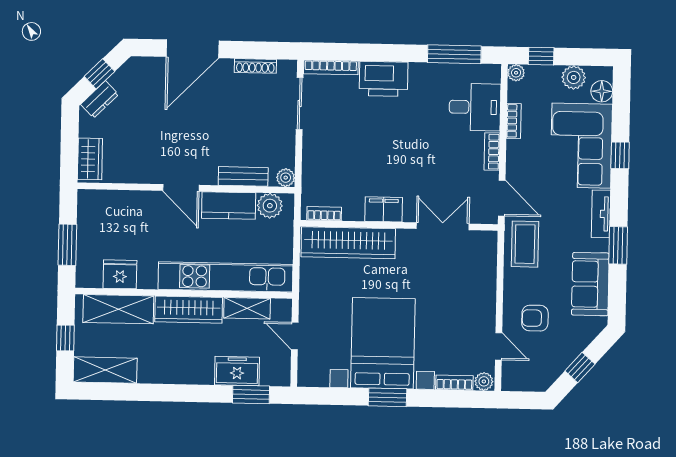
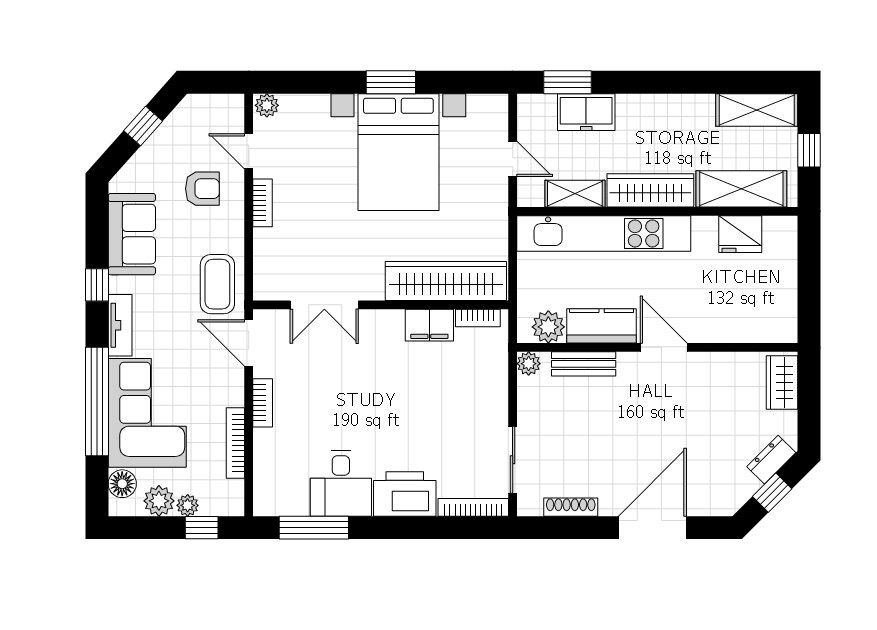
plant: (516, 73) -> (188, 505), moved
desk: (475, 107) -> (341, 483), moved, turned -90
bookcase: (514, 121) -> (235, 443), width x1.56
window: (620, 155) -> (97, 401), width x3.17
filing cabinet: (384, 209) -> (429, 325), moved
window: (67, 245) -> (809, 271), removed
window: (618, 245) -> (97, 285), width x0.67
bookcase: (454, 383) -> (263, 203), moved, turned -90

